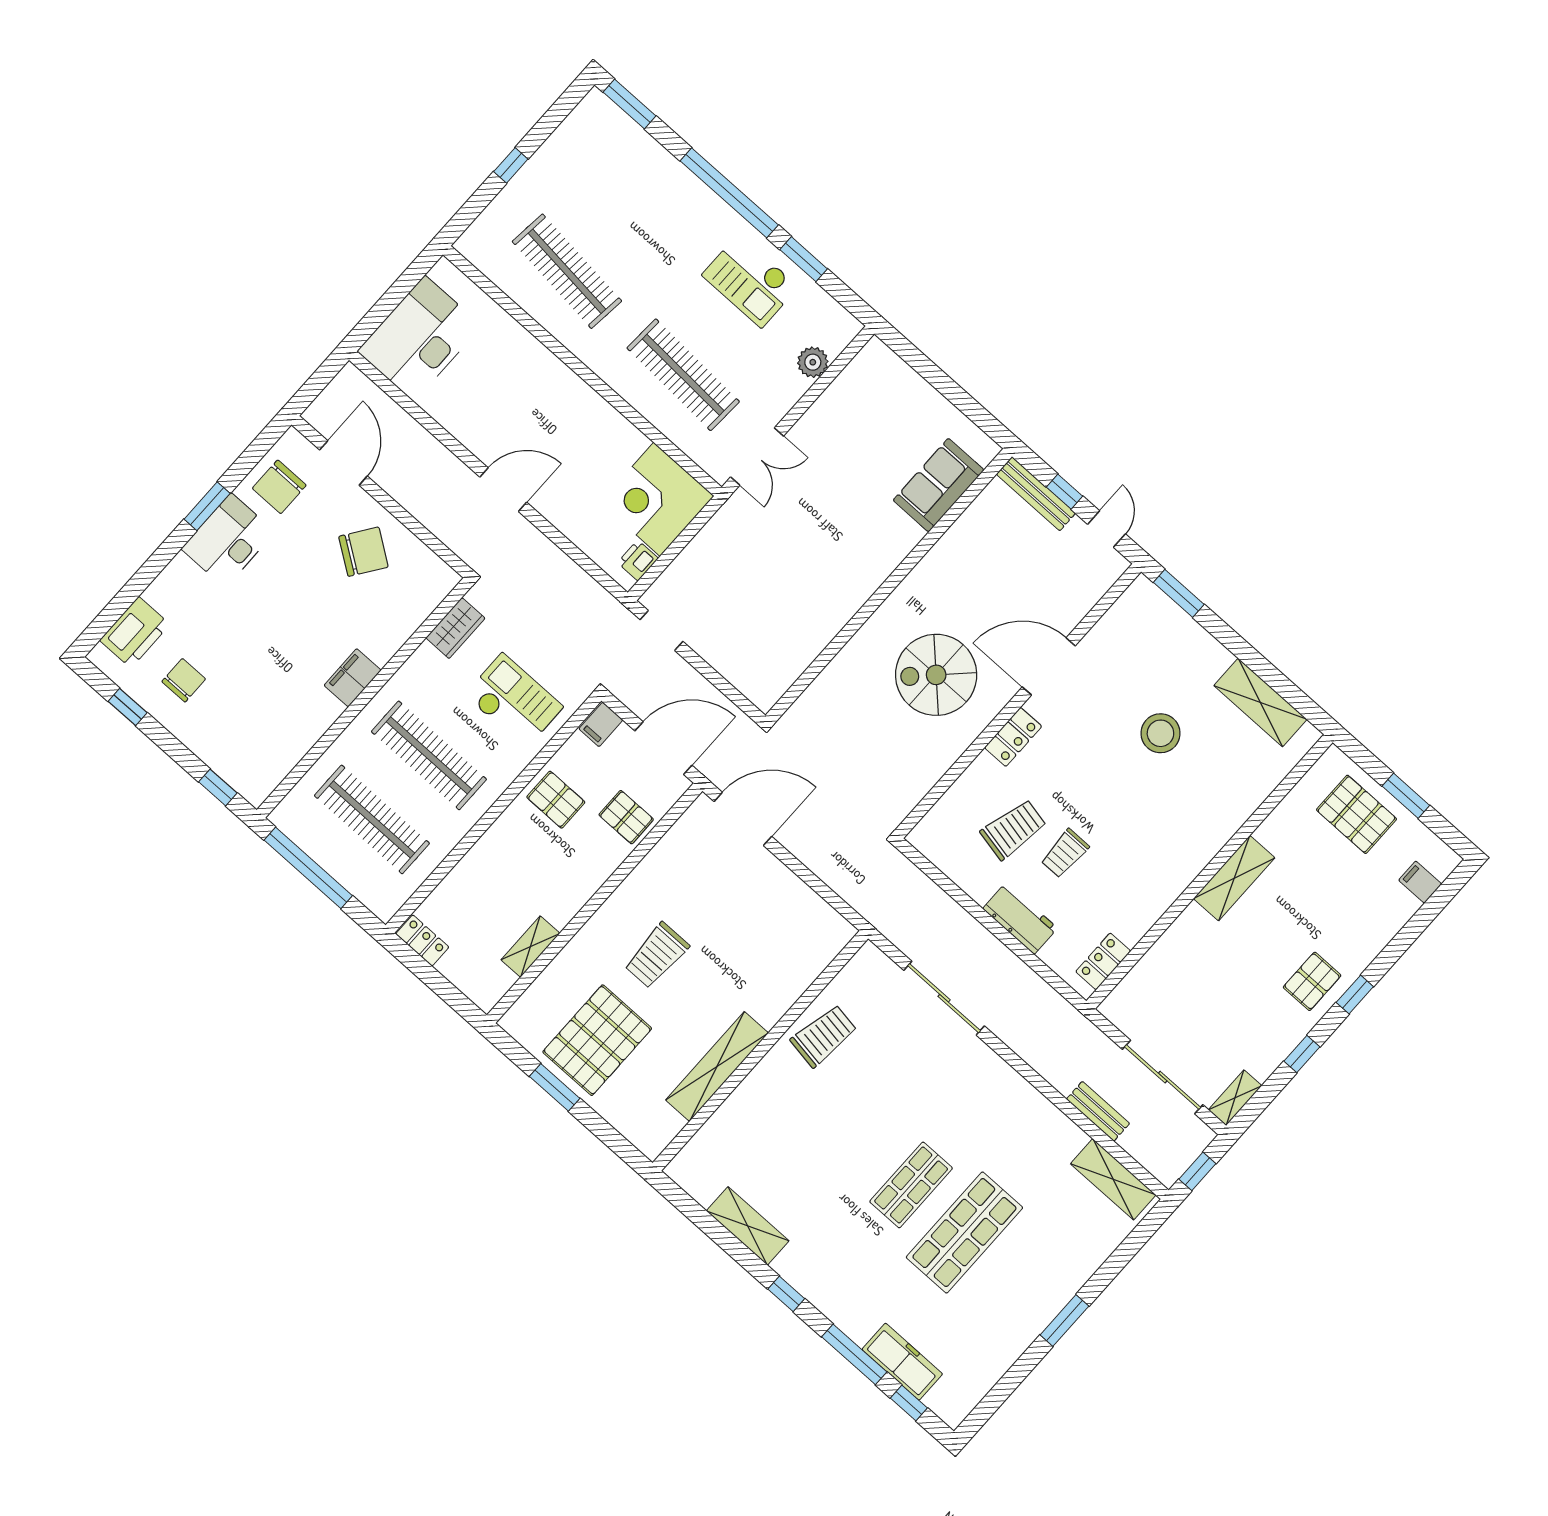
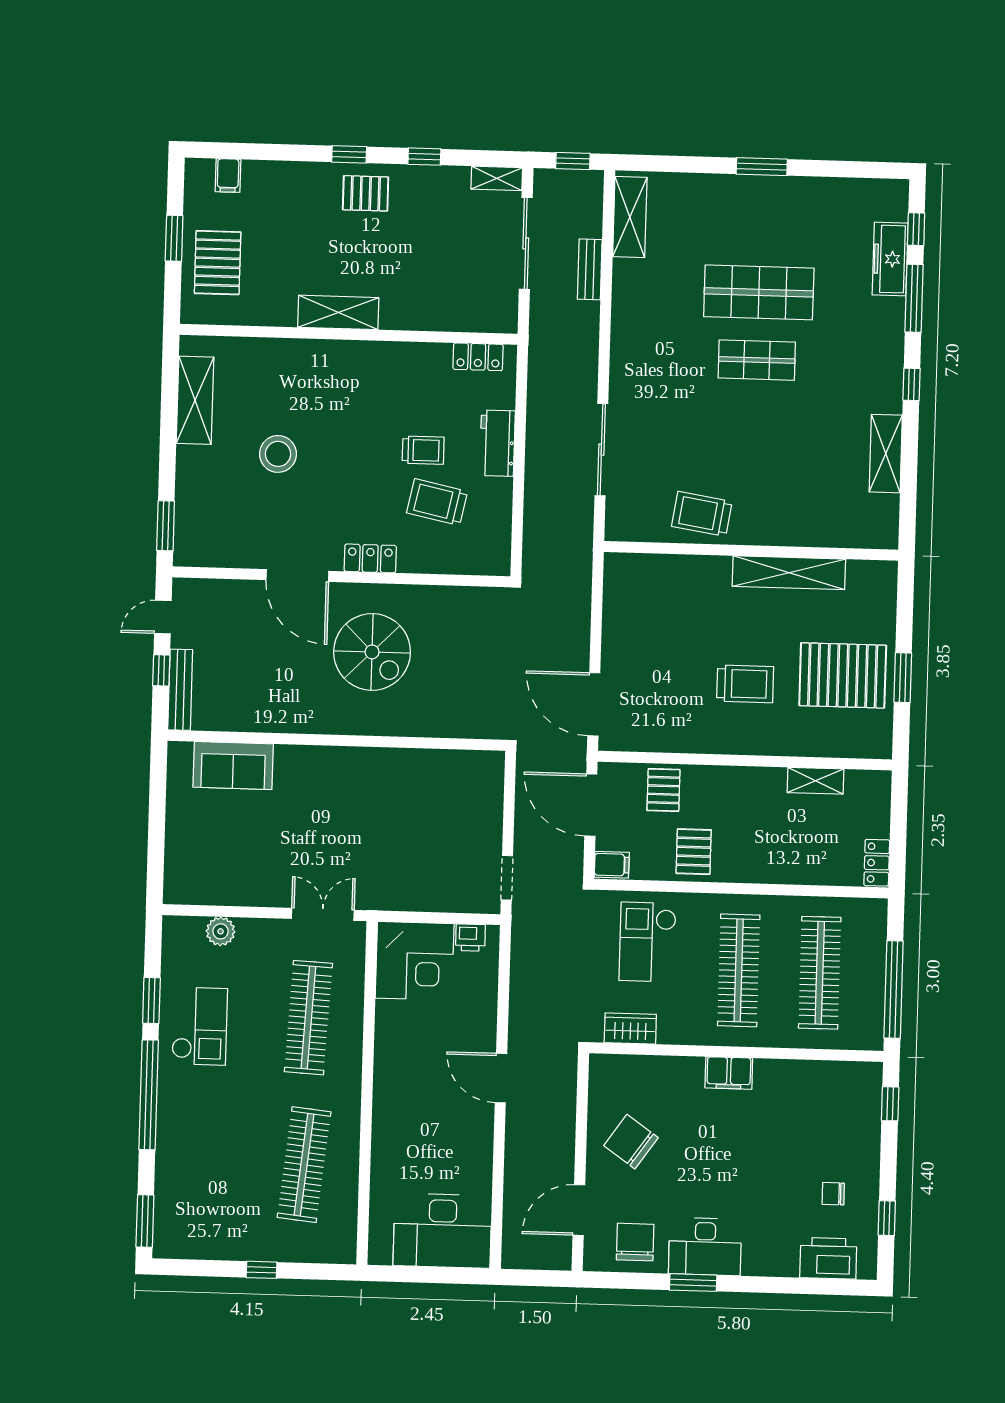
chair: (279, 487) -> (635, 1242), turned -90
chair: (184, 680) -> (833, 1194), width x0.73, depth x0.73

